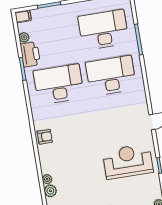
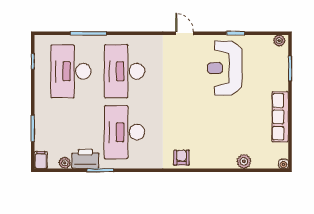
plant: (47, 179) -> (230, 163), removed

